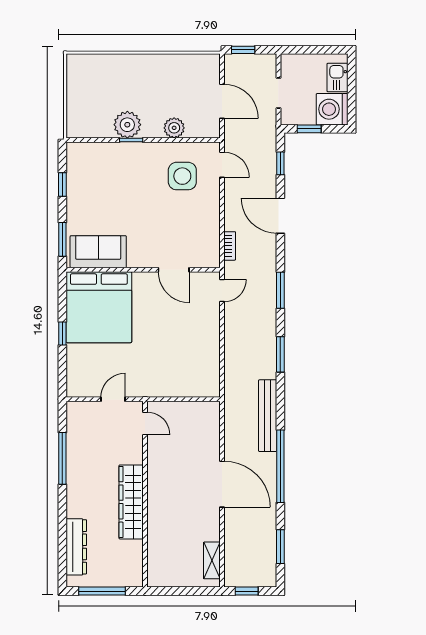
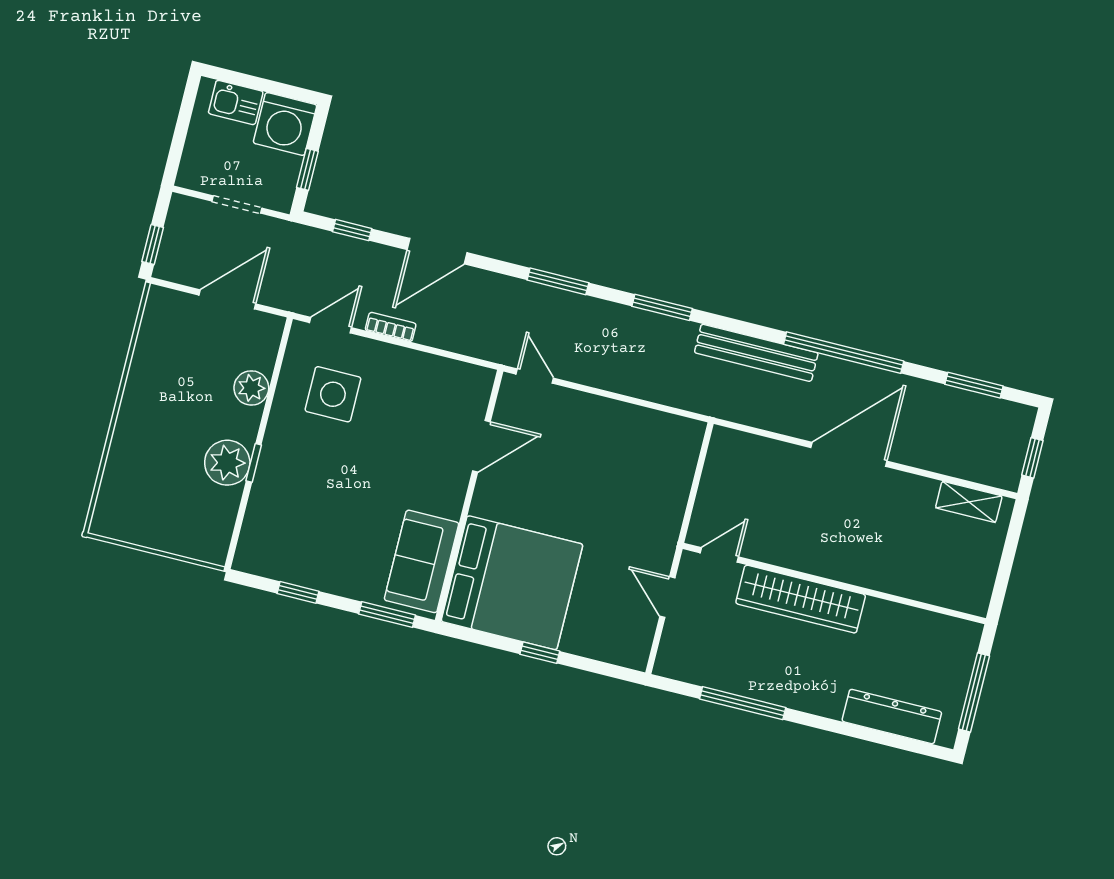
bookcase: (230, 246) -> (391, 327), moved
wardrobe: (131, 502) -> (801, 599), moved

